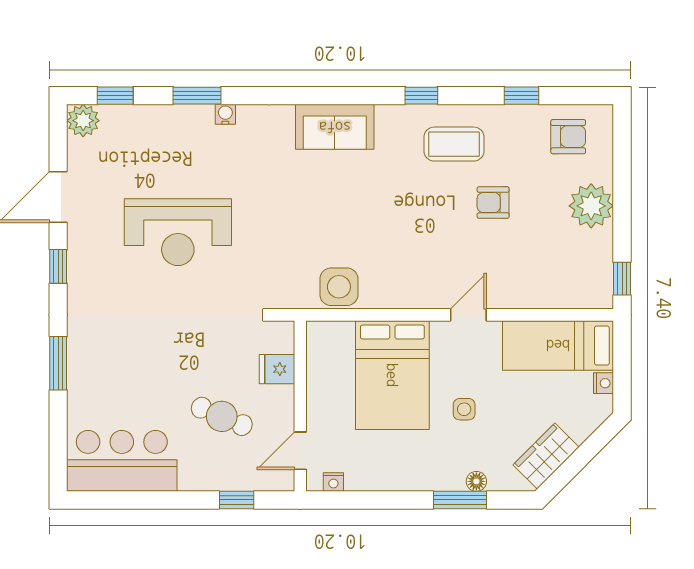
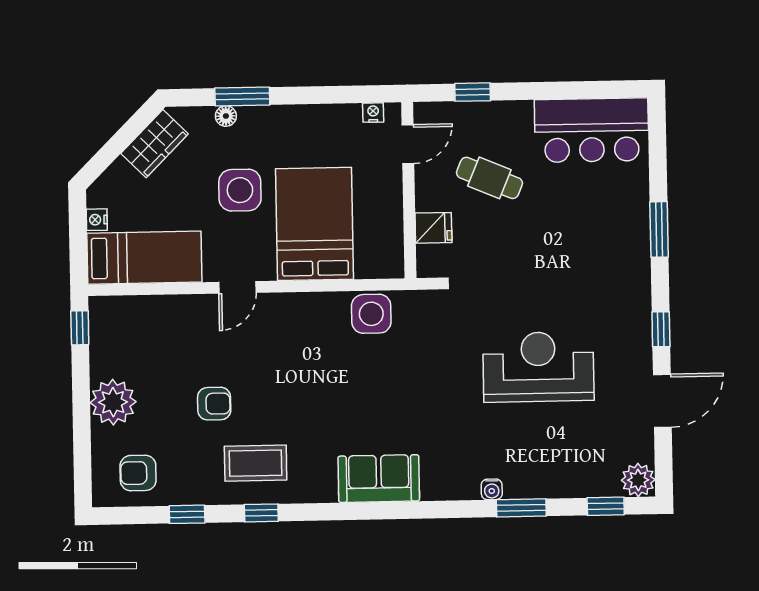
window: (421, 96) -> (261, 513), moved
side table: (464, 409) -> (240, 190), width x1.87, depth x1.87

